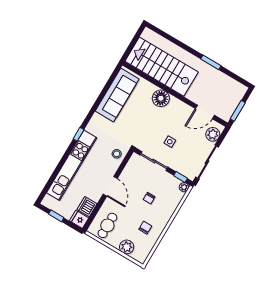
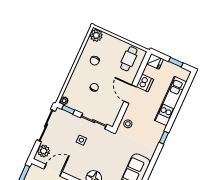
kitchen unit: (72, 165) -> (171, 101), width x0.73
dishwasher: (87, 207) -> (145, 83), moved
plant: (127, 247) -> (96, 35), moved

